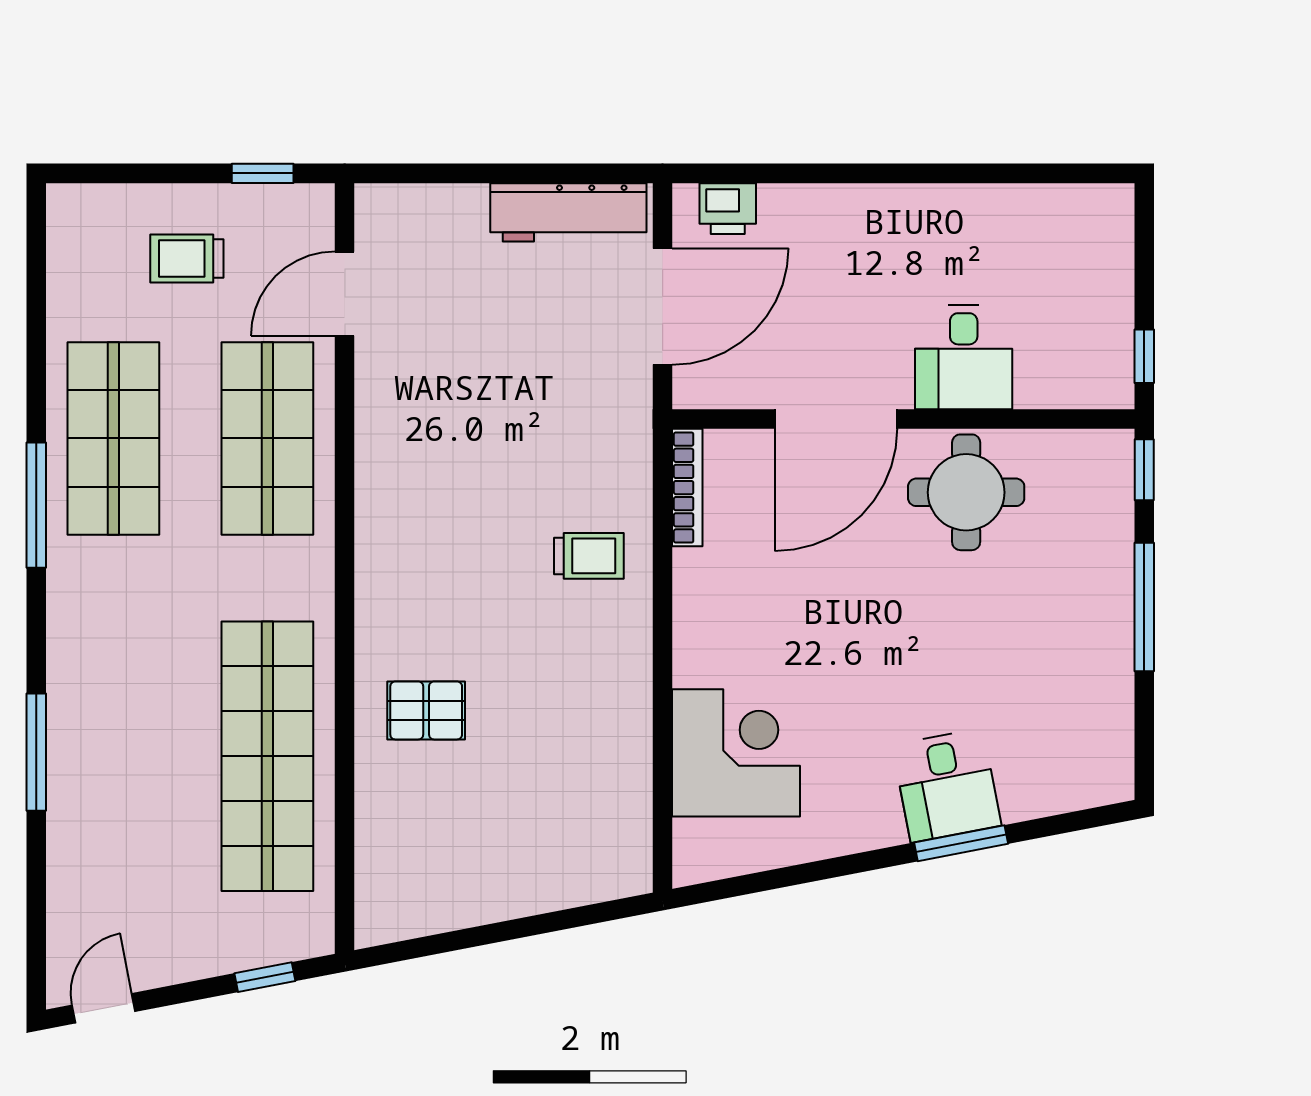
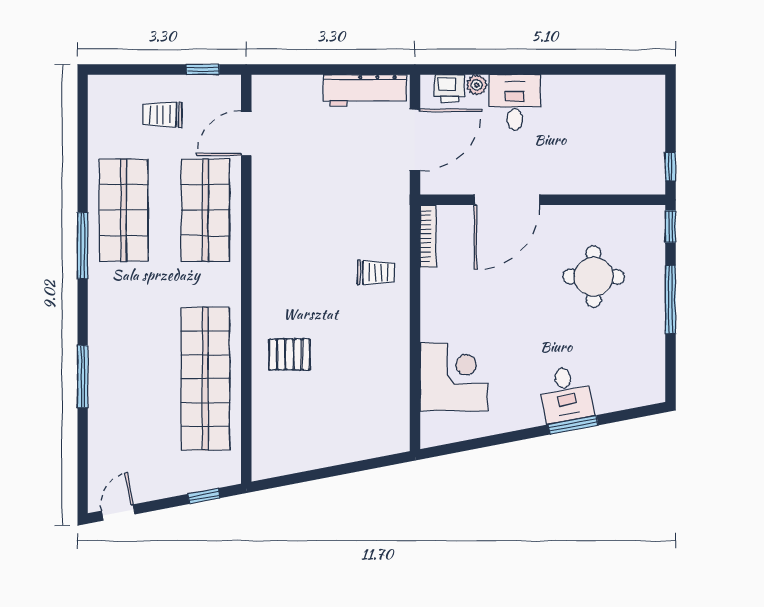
plant: (779, 202) -> (477, 85), added
desk: (964, 357) -> (515, 102), moved, turned 180
round table: (966, 492) -> (594, 277), moved

